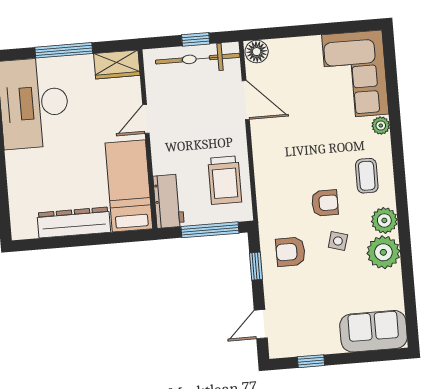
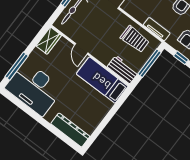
window: (64, 50) -> (17, 66), moved
tv unit: (265, 198) -> (157, 29), added
dresser: (74, 223) -> (70, 130), moved, turned 90

